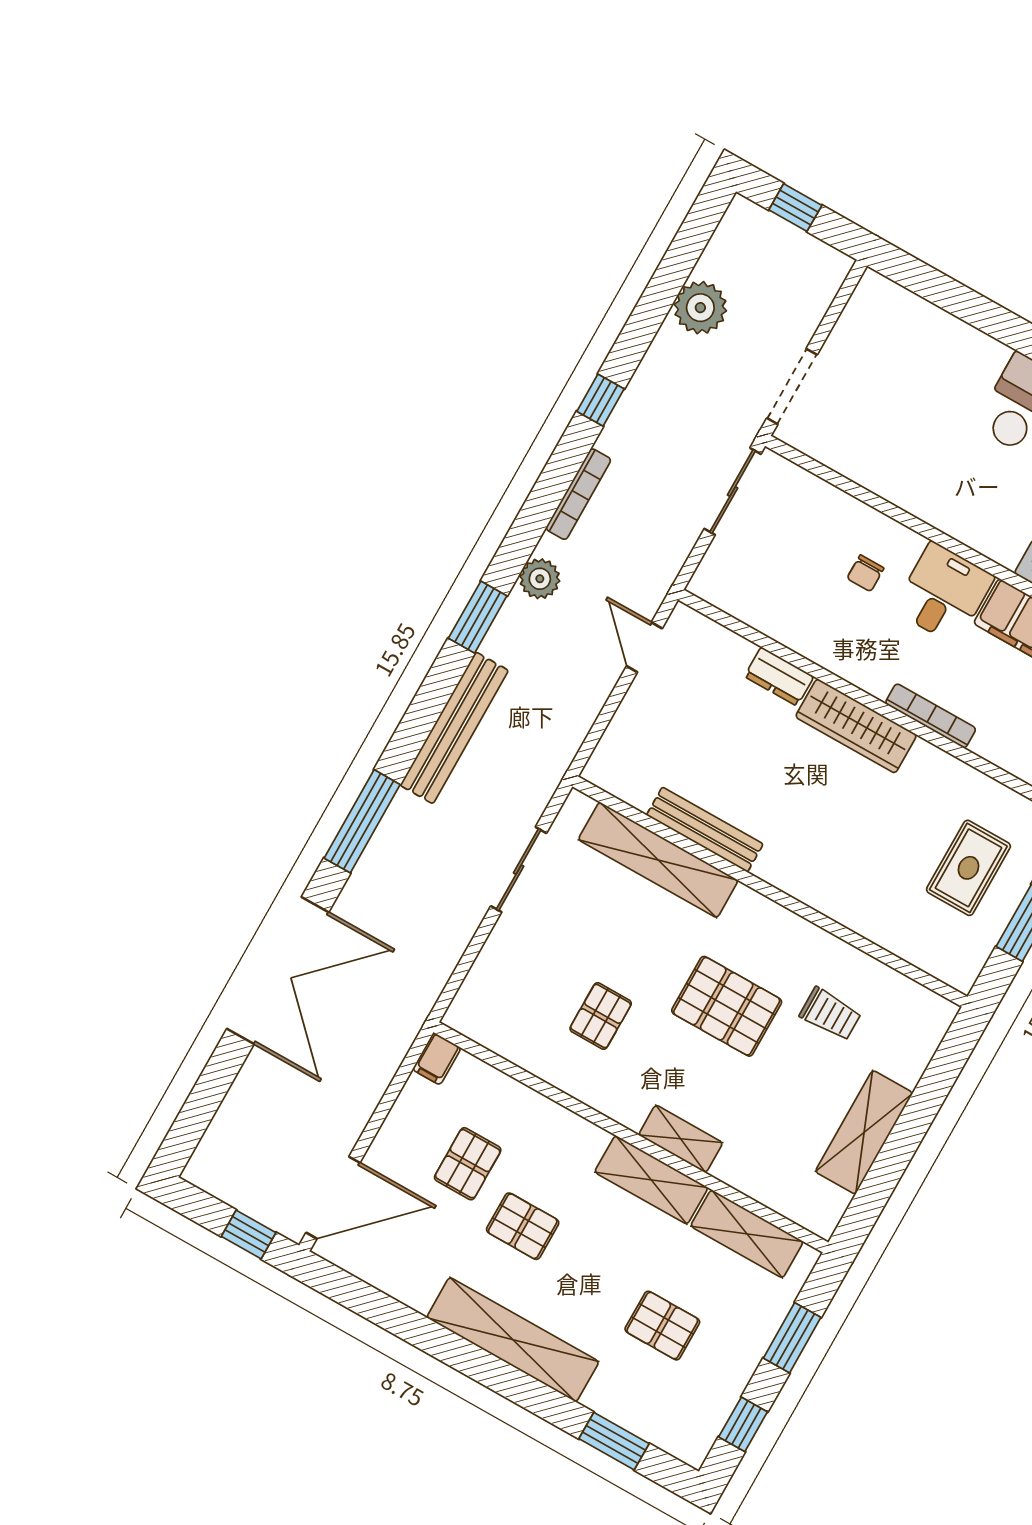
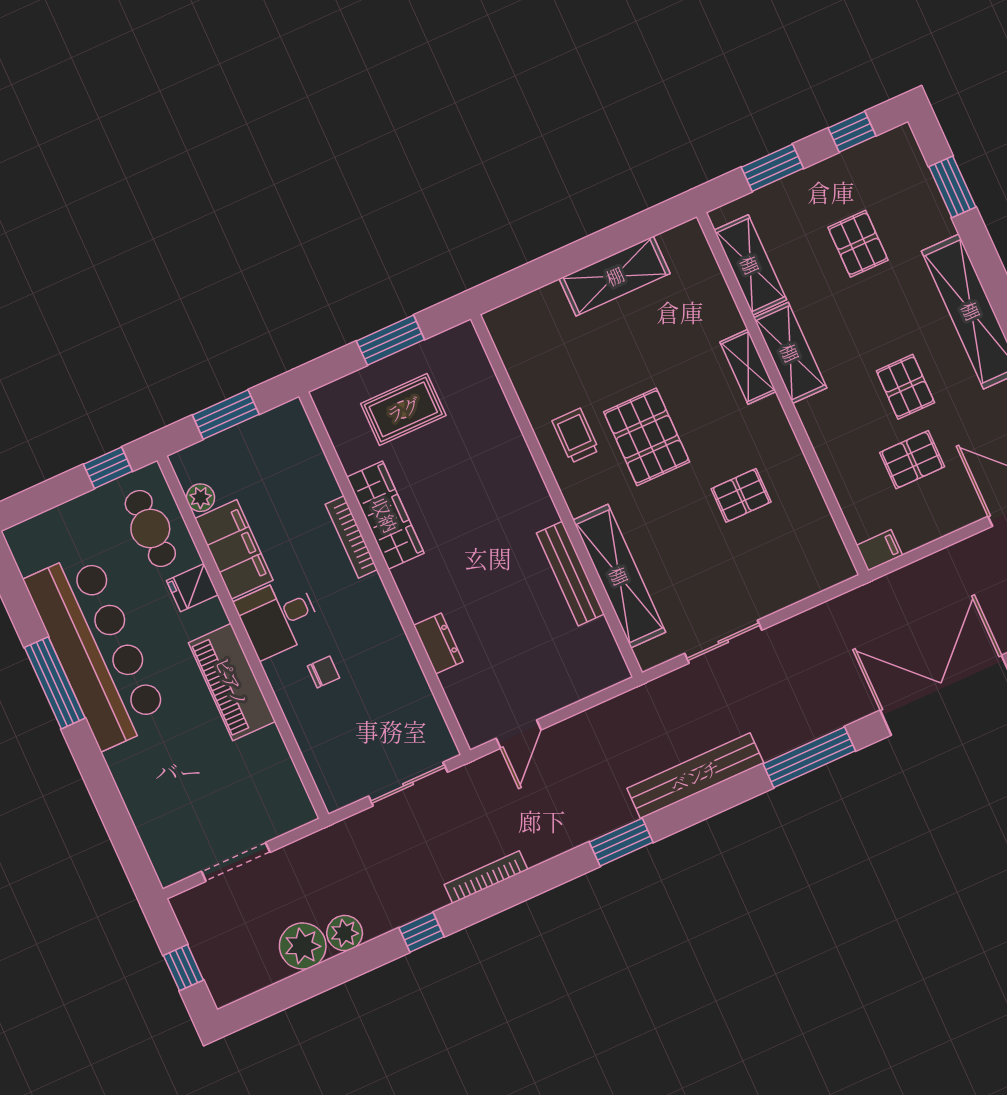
doorway: (792, 386) -> (236, 862), moved
sliding door: (733, 491) -> (408, 784), moved
piano: (943, 502) -> (232, 682), added
plant: (540, 579) -> (345, 933), moved
wardrobe: (856, 726) -> (385, 515), moved
trolley: (830, 1014) -> (576, 436), moved

